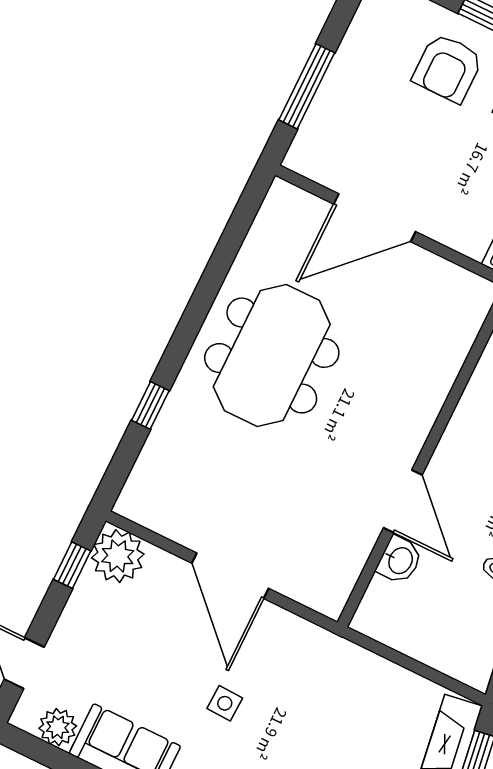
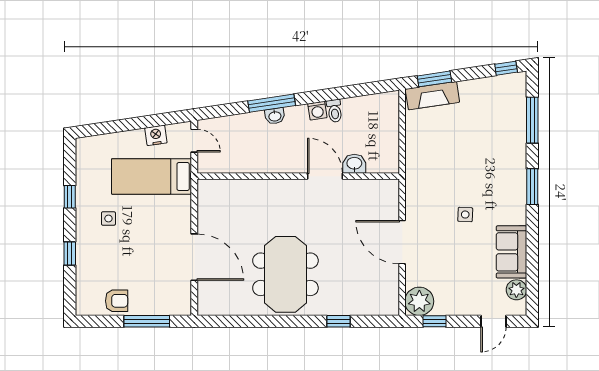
armchair: (448, 68) -> (117, 301), moved, width x0.72, depth x0.72
meeting table: (272, 355) -> (285, 274), turned 90
door: (403, 501) -> (325, 176), hinge flipped
door: (230, 576) -> (402, 242), swing flipped

